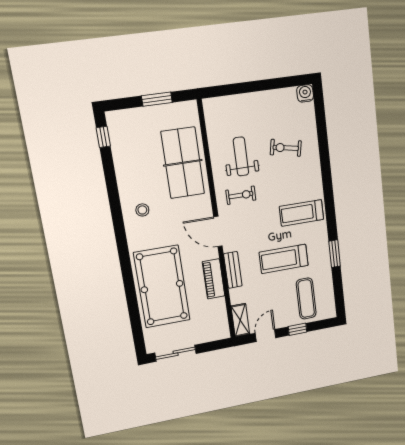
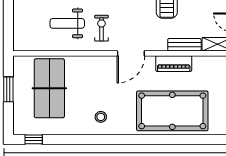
table tennis table: (183, 163) -> (49, 88), moved, turned 90
bench: (233, 270) -> (184, 45), moved

